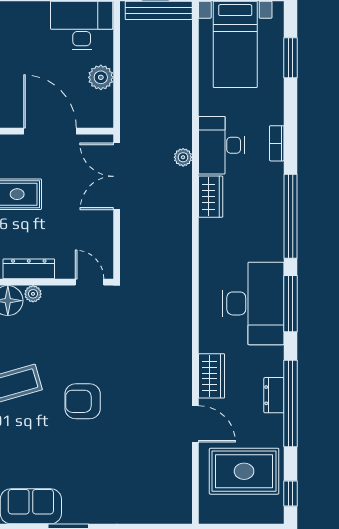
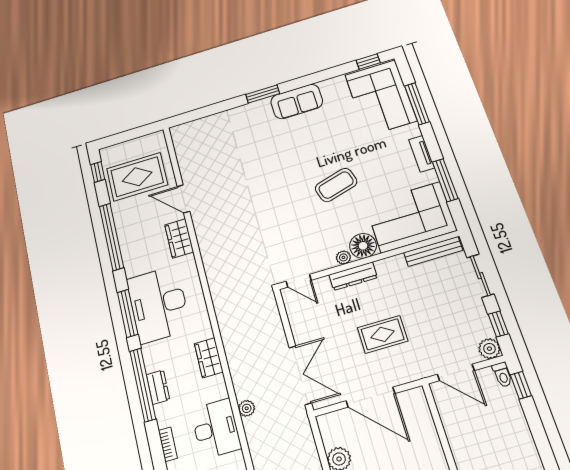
wardrobe: (211, 197) -> (209, 358), moved
dresser: (274, 395) -> (158, 387), moved
armchair: (83, 401) -> (278, 188), removed

